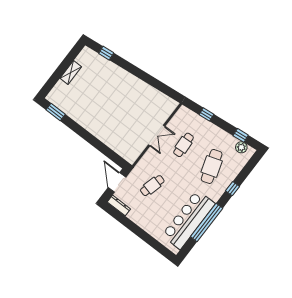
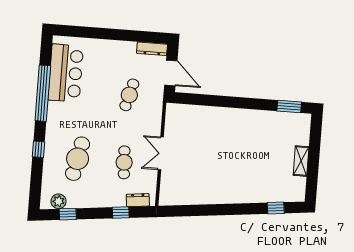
dresser: (190, 115) -> (138, 200), added
cafe table: (212, 166) -> (78, 159), turned 30
bar counter: (188, 220) -> (66, 73), width x0.73

